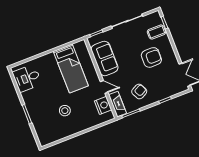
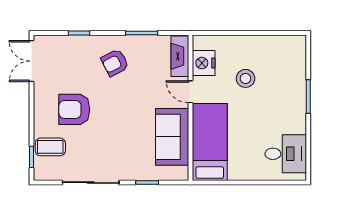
sofa: (105, 59) -> (172, 137), moved
wall: (101, 78) -> (190, 108), moved
door: (104, 87) -> (190, 92), moved
fireplace: (117, 104) -> (180, 56), moved
nightstand: (103, 105) -> (204, 63), moved

